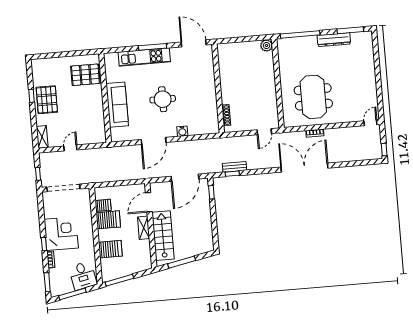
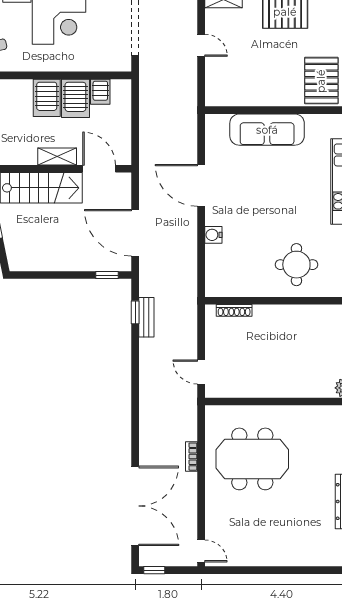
round table: (163, 99) -> (296, 265), moved
double door: (304, 168) -> (135, 506), moved
server rack: (110, 249) -> (47, 98), moved

